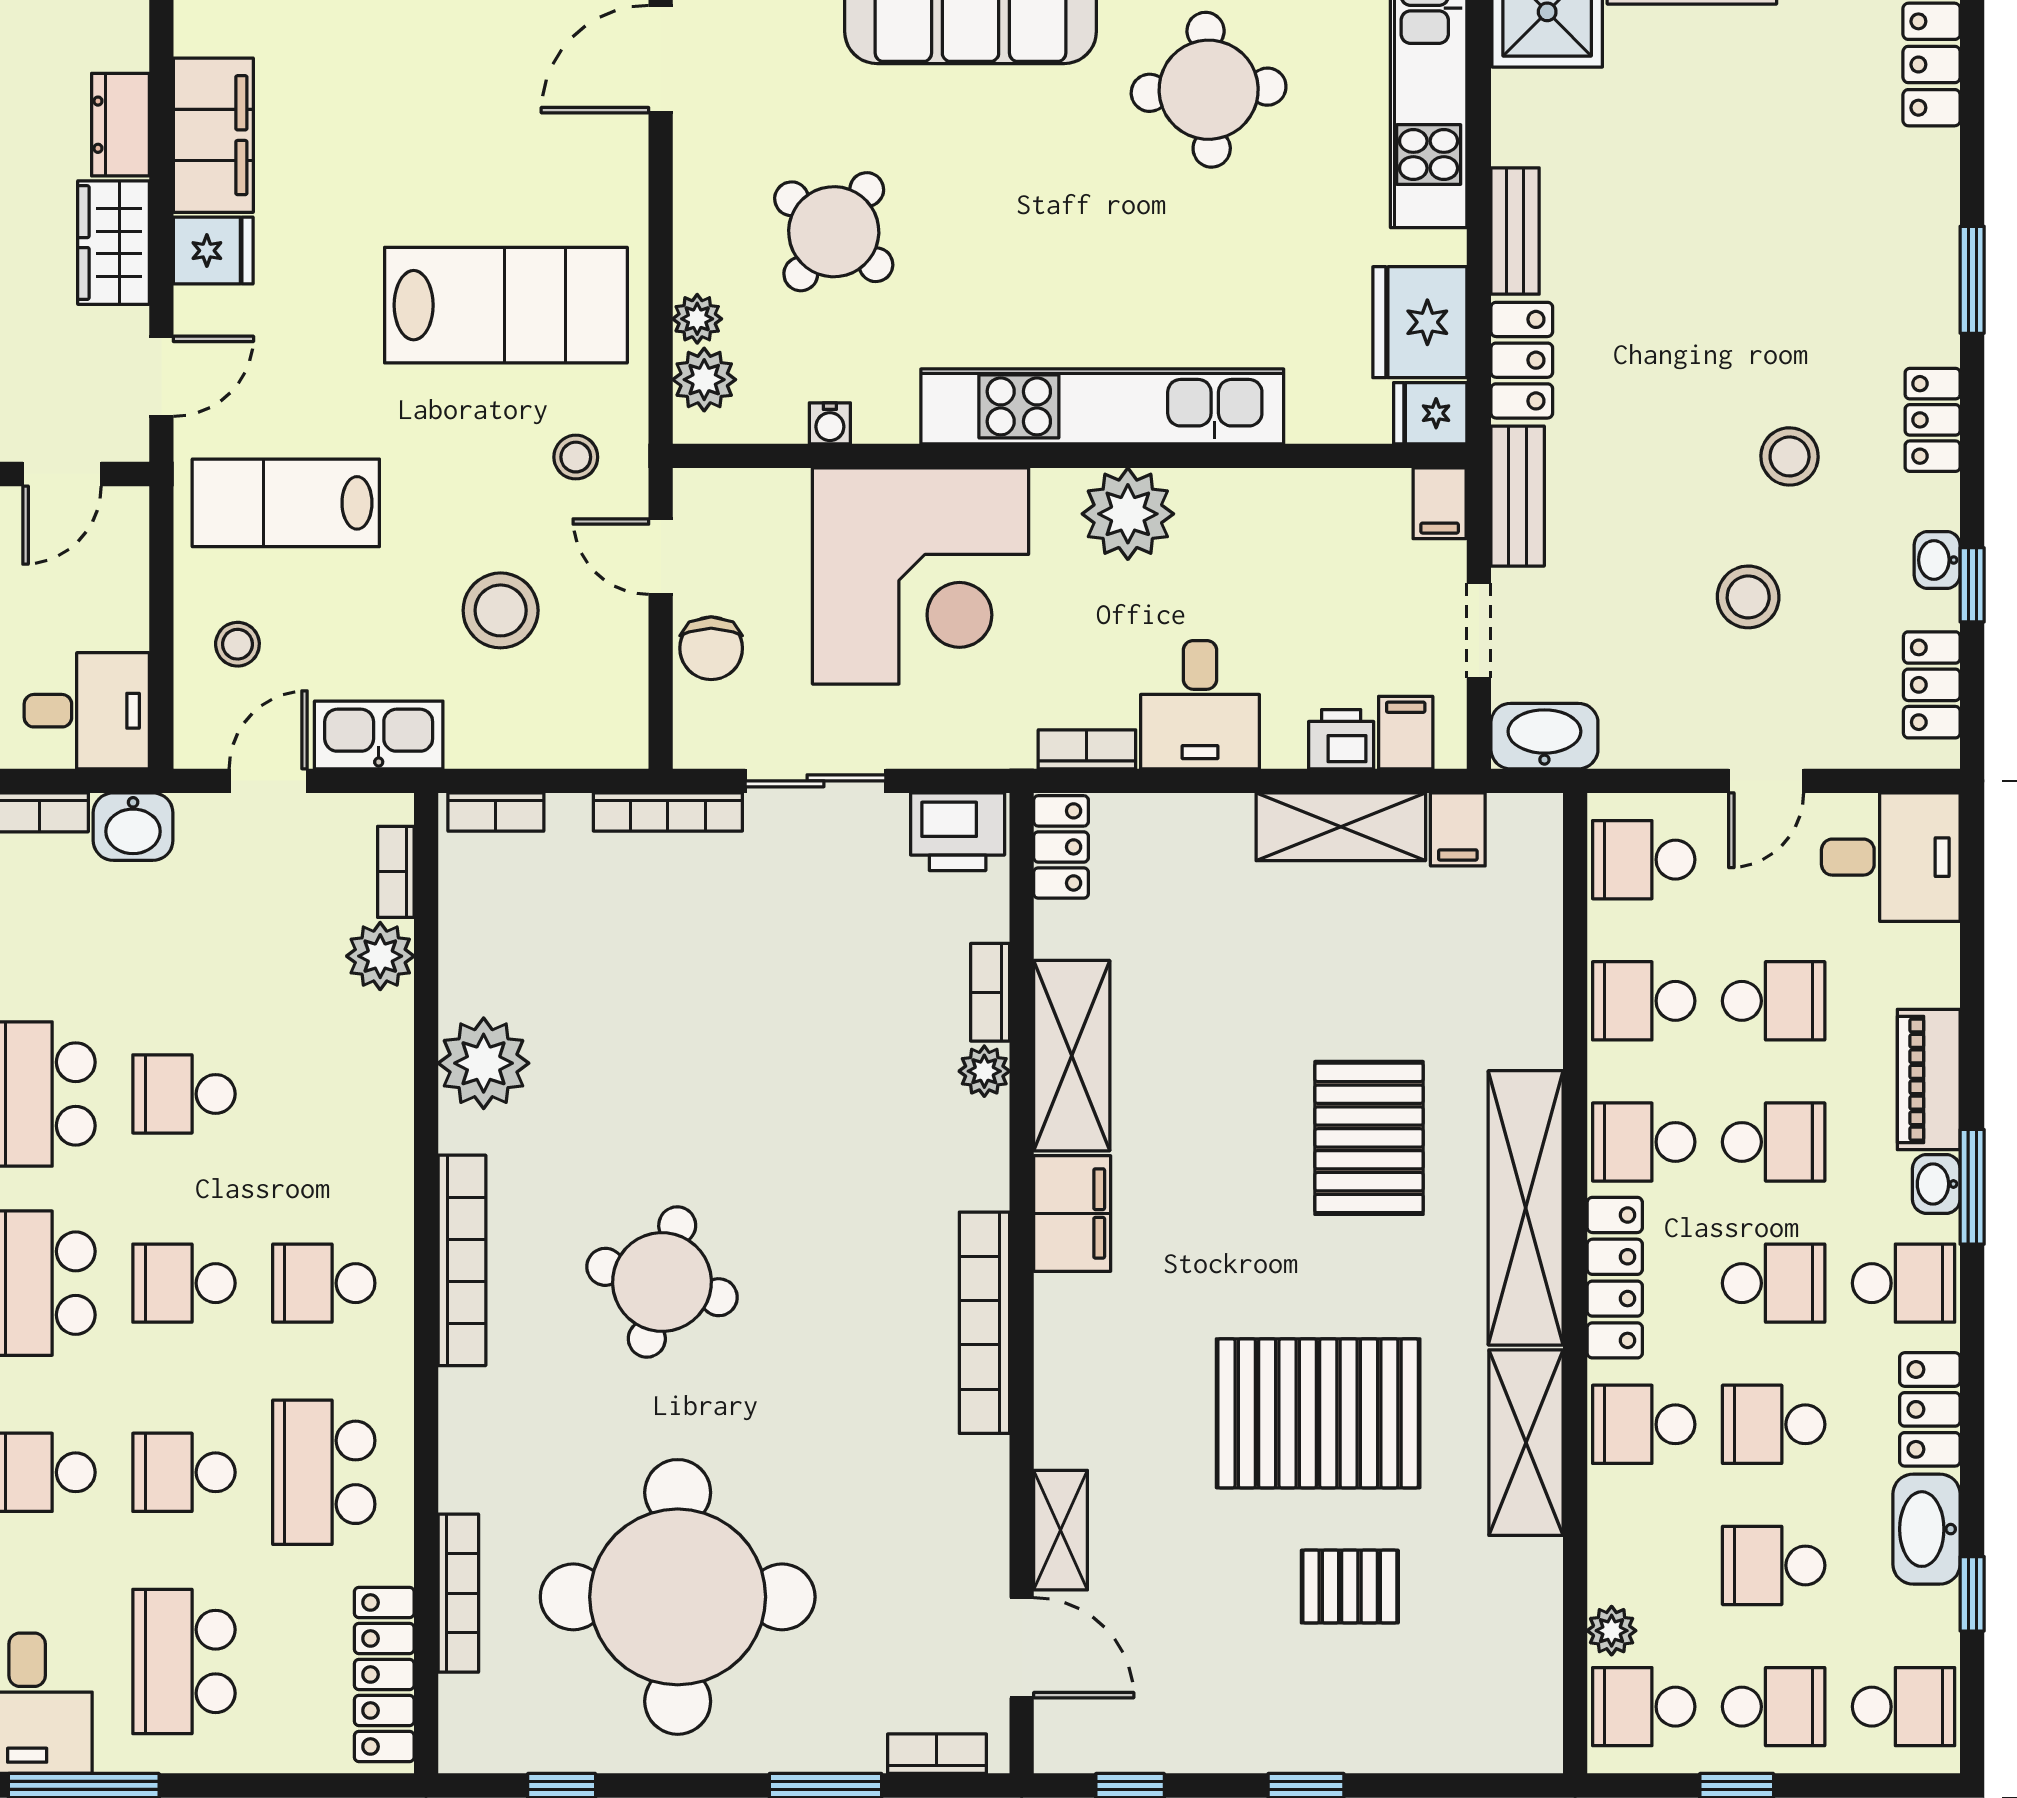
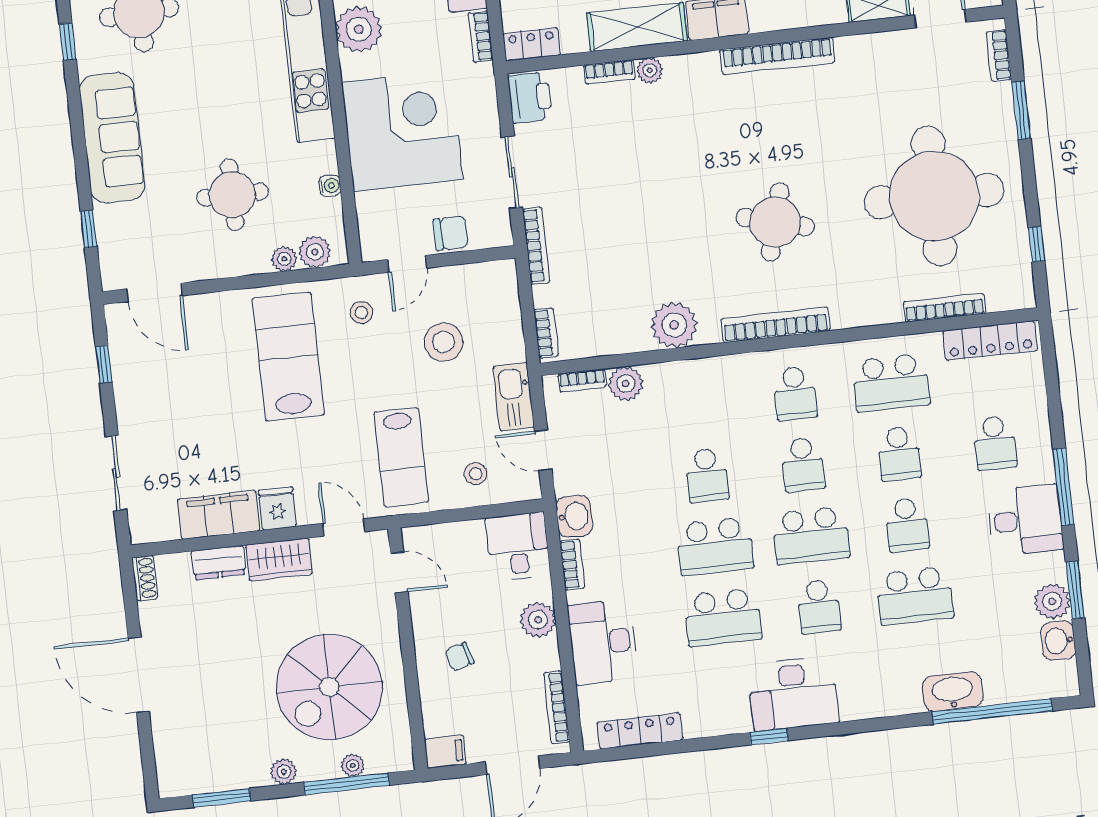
round table: (834, 232) -> (232, 195), turned -38
school desk: (184, 1661) -> (995, 443), width x0.54

